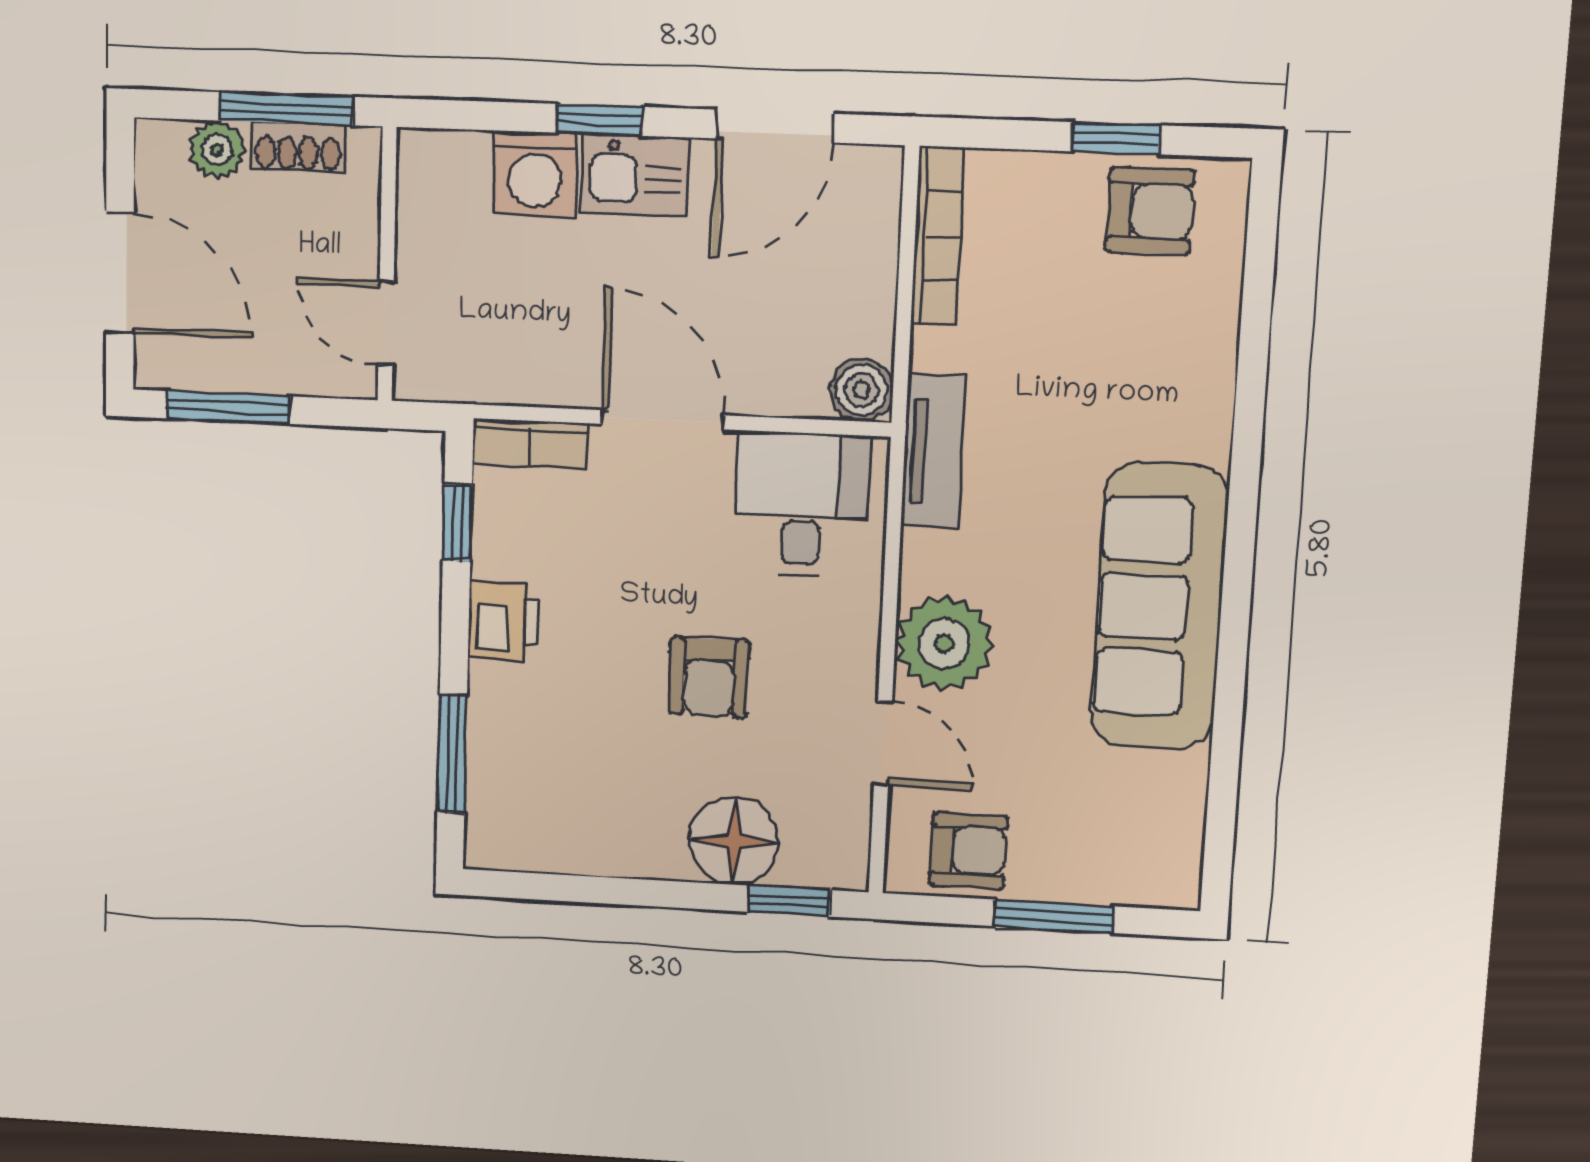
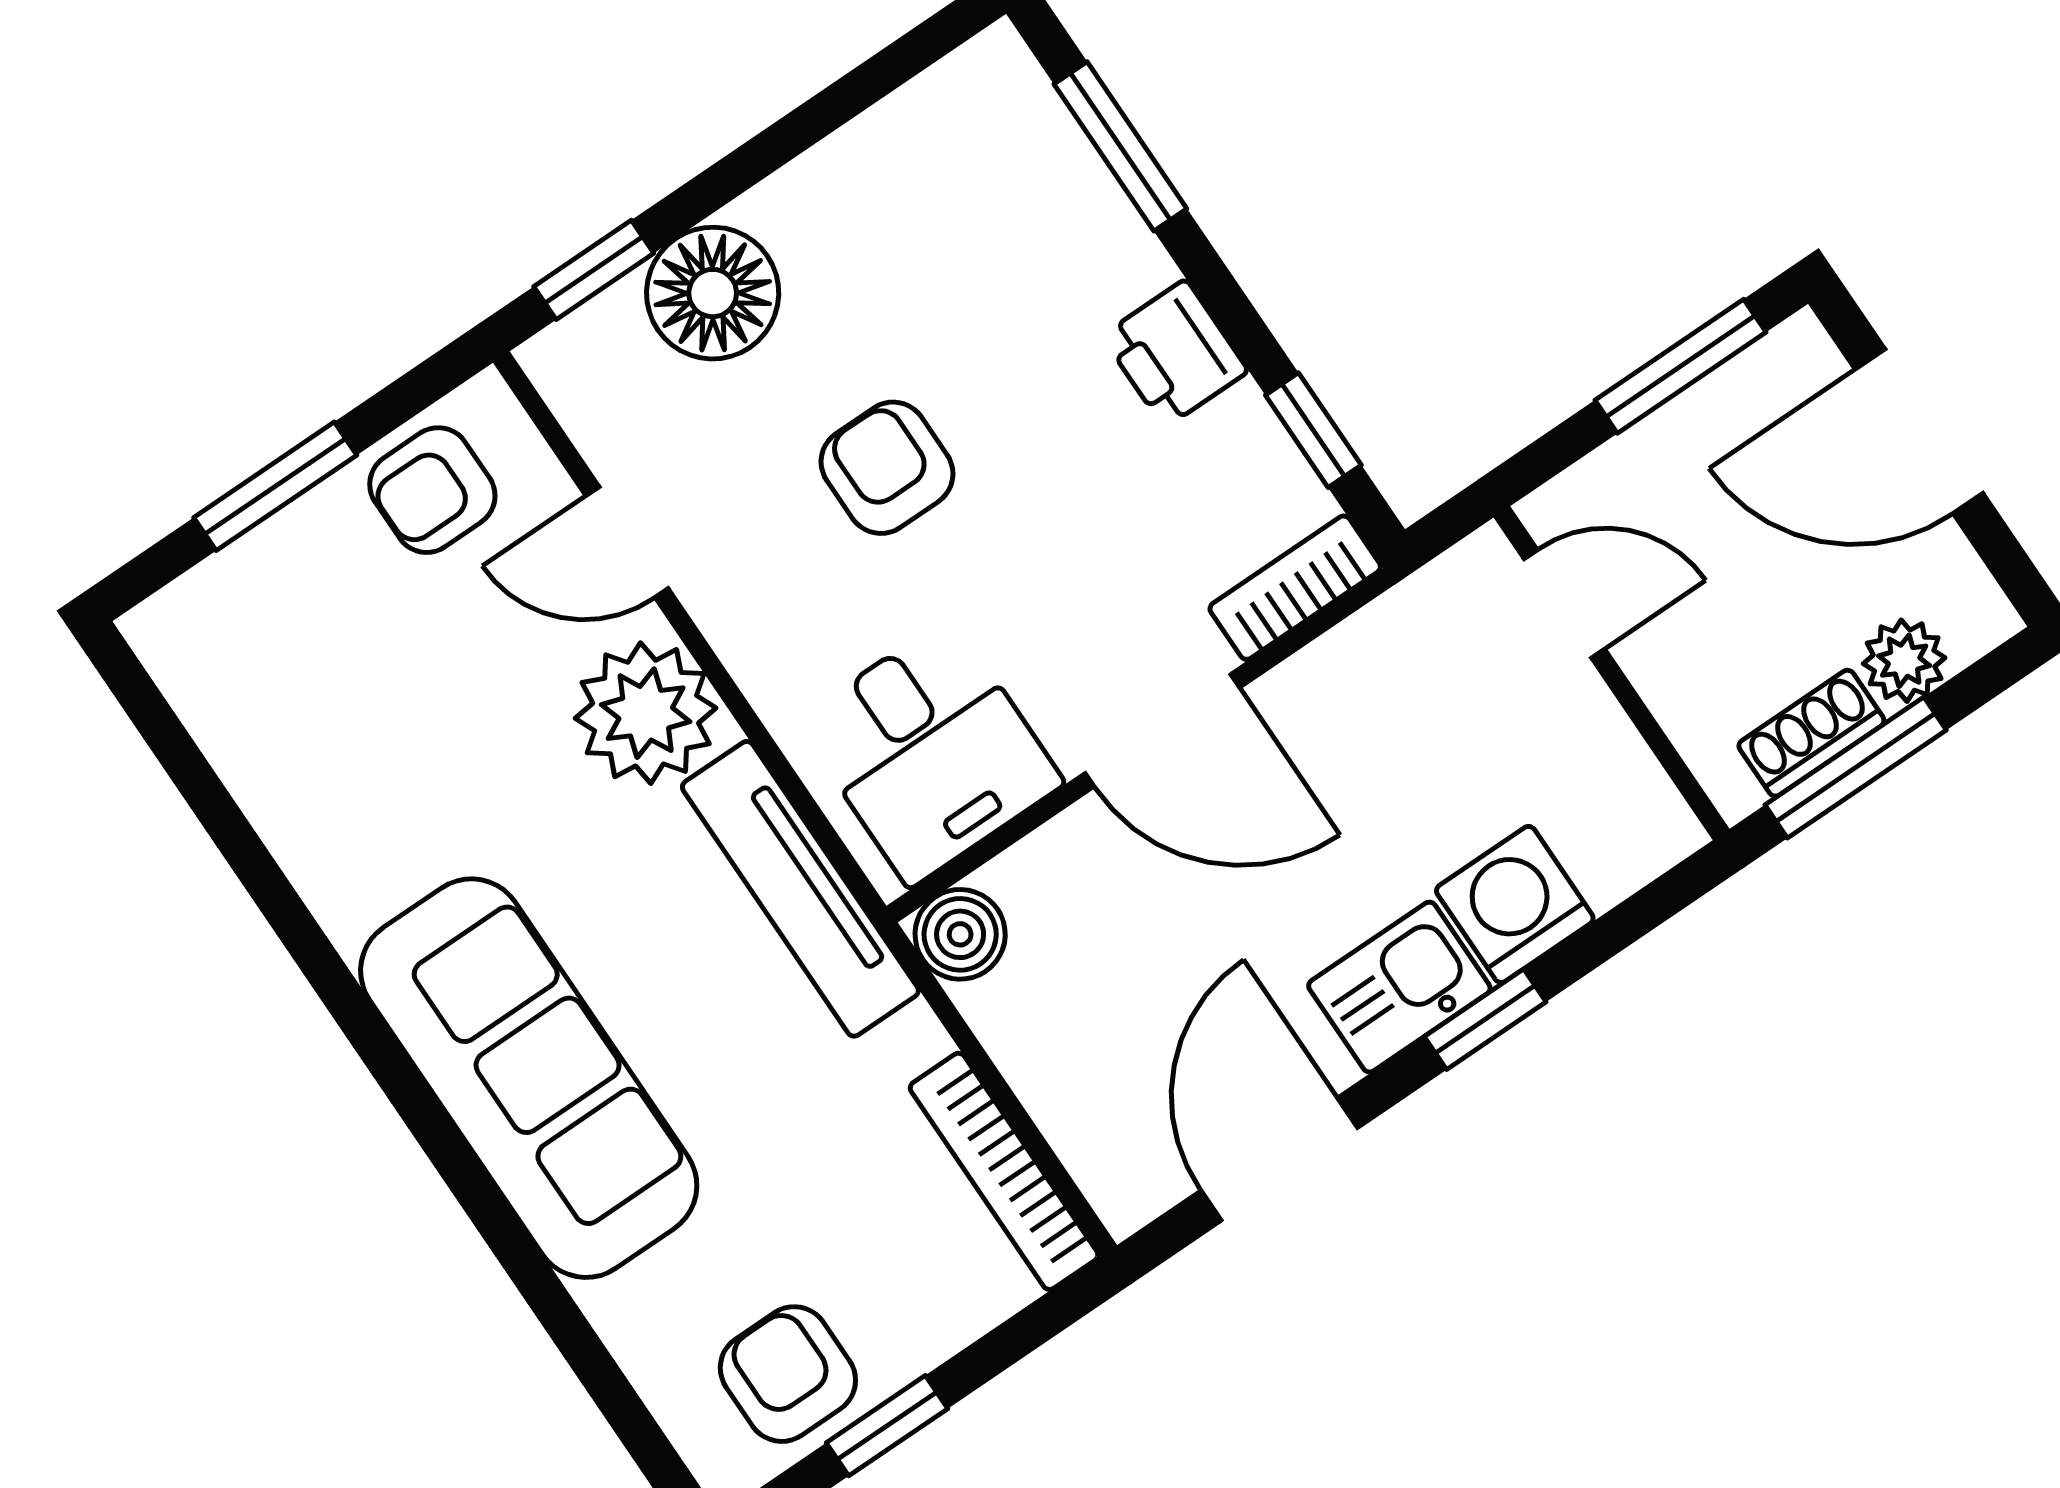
armchair: (1150, 211) -> (788, 1374), turned 90
tv unit: (934, 451) -> (800, 889), width x1.41
sofa: (1159, 607) -> (529, 1078), moved

